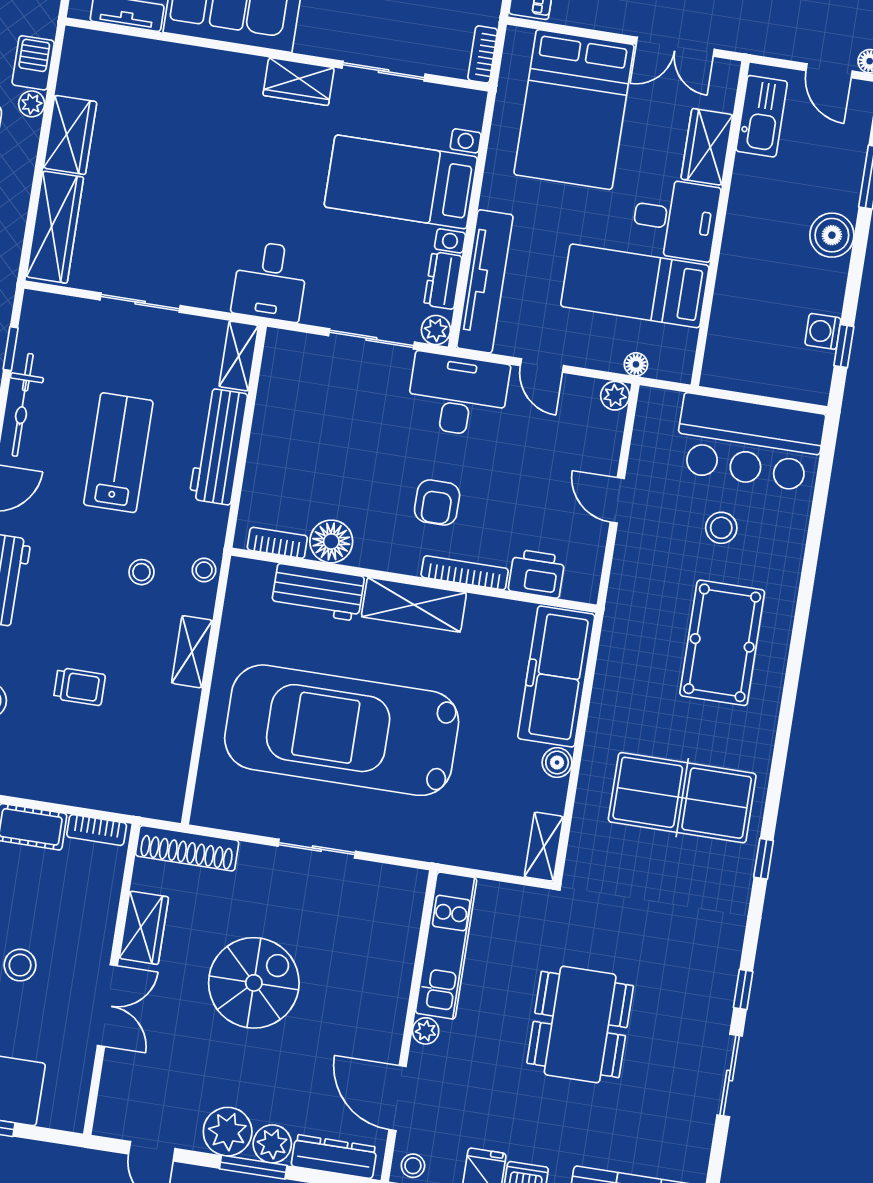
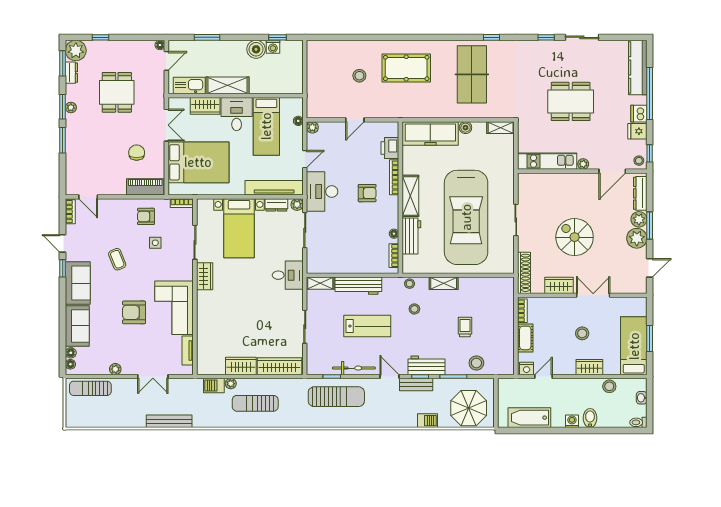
shelving: (748, 208) -> (228, 85), added
boiler: (832, 235) -> (256, 49), moved
bar counter: (749, 443) -> (323, 70), removed
lab bench: (118, 453) -> (367, 326), turned 180
floor lamp: (331, 541) -> (394, 234), width x0.53, depth x0.53

